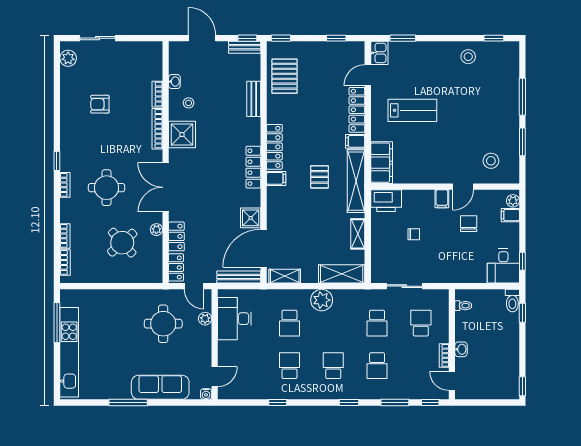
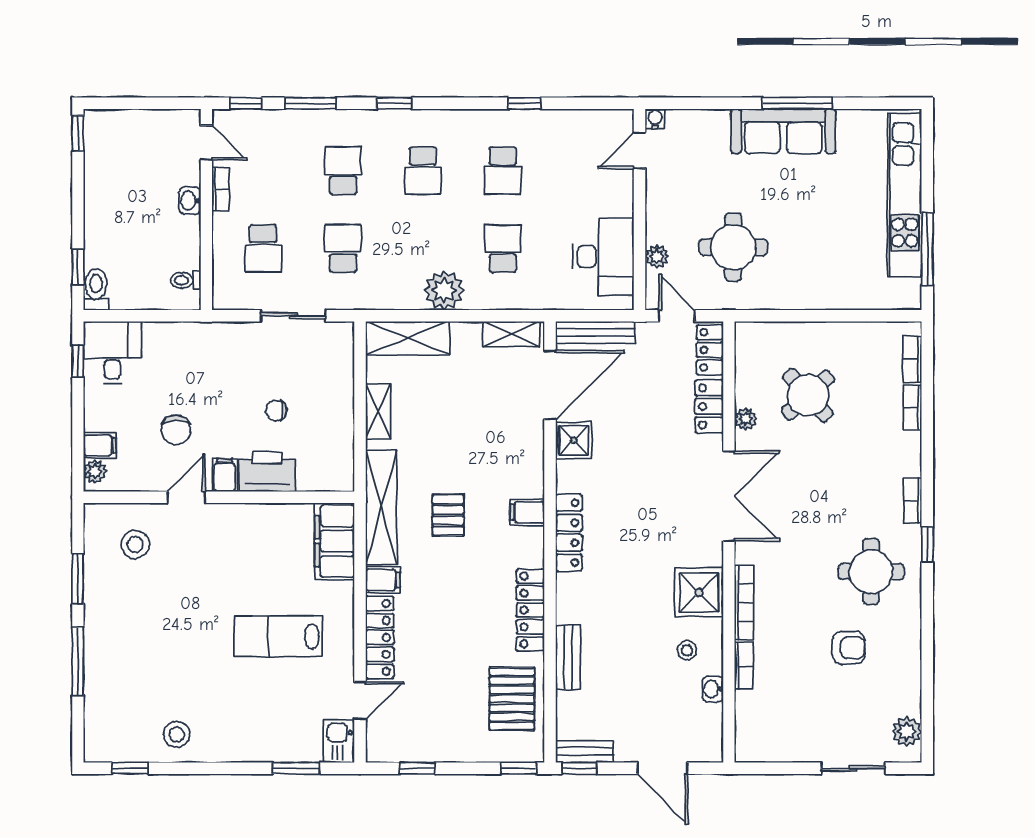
locker: (274, 147) -> (530, 610), moved
round table: (107, 188) -> (871, 572), moved
printer: (386, 201) -> (267, 472), moved
sofa: (160, 387) -> (783, 131), moved

